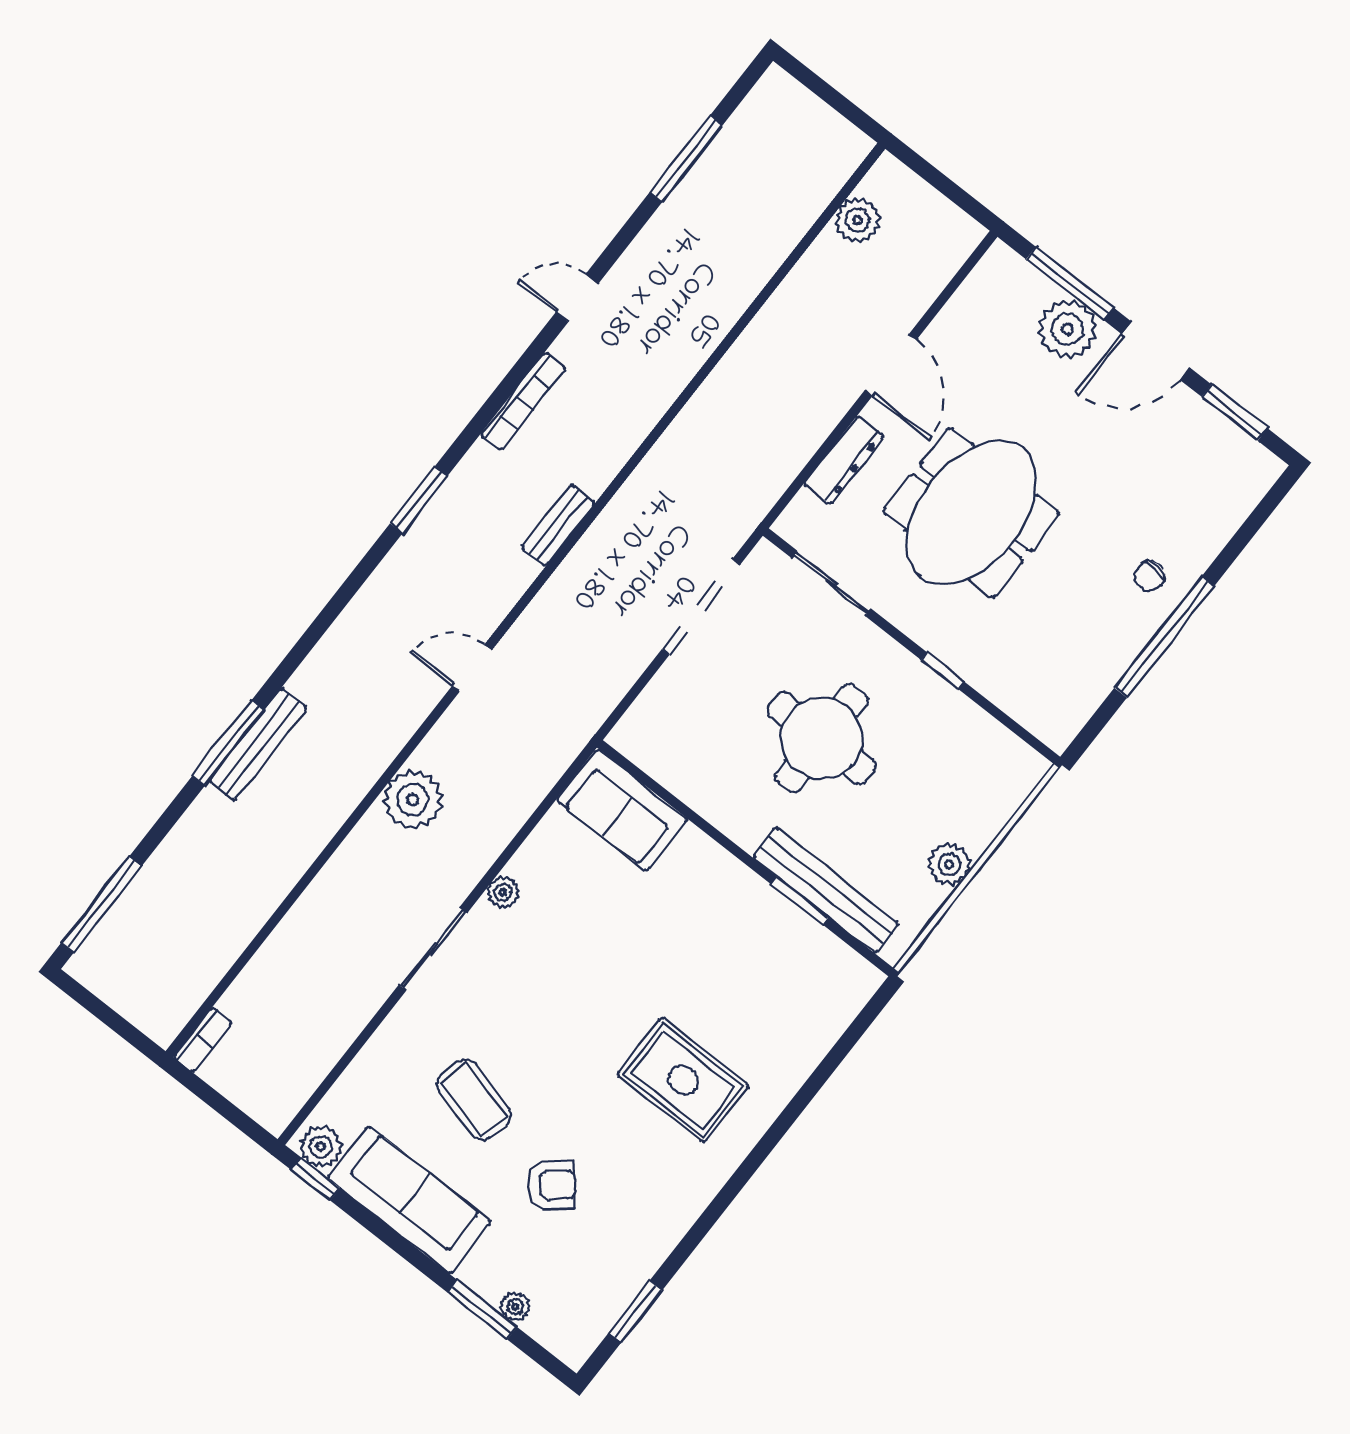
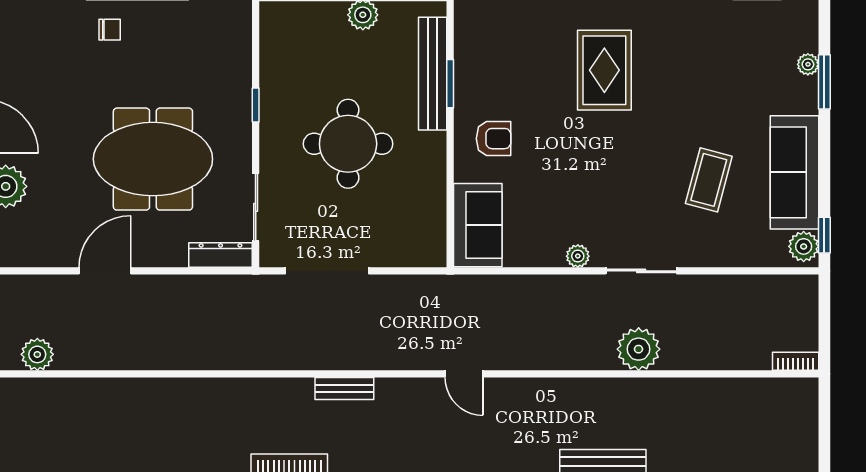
dresser: (844, 460) -> (221, 255), moved
plant: (413, 799) -> (639, 349), moved
armchair: (551, 1185) -> (494, 139), moved, turned 130

